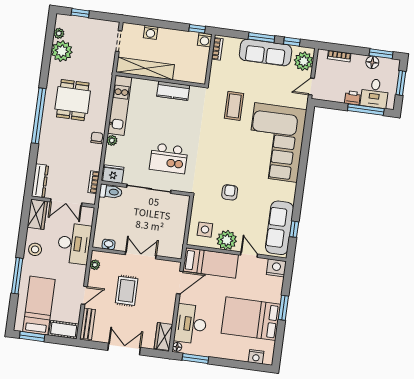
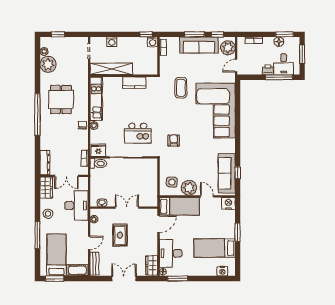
armchair: (230, 192) -> (174, 141), moved
bed: (251, 319) -> (215, 248), width x0.67

